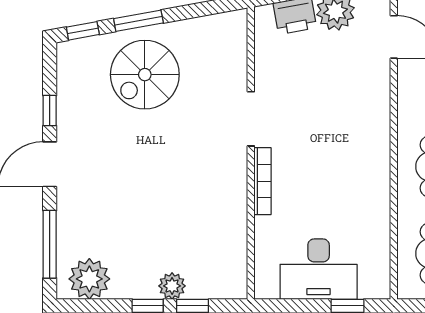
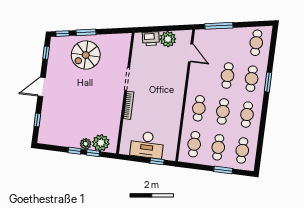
window: (50, 111) -> (46, 53), moved
window: (50, 244) -> (37, 120), width x0.46
plant: (89, 279) -> (101, 143), moved

